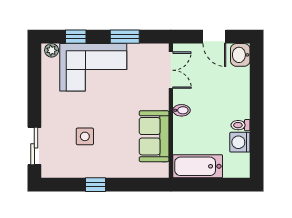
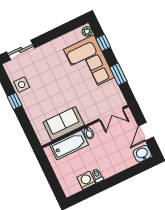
side table: (85, 136) -> (22, 85), moved
bathtub: (198, 166) -> (69, 145), moved, turned 90

